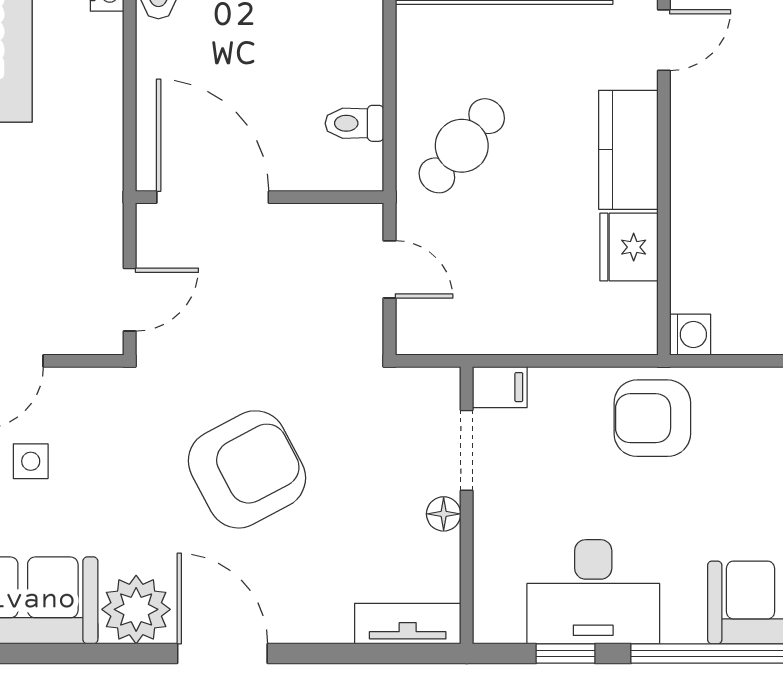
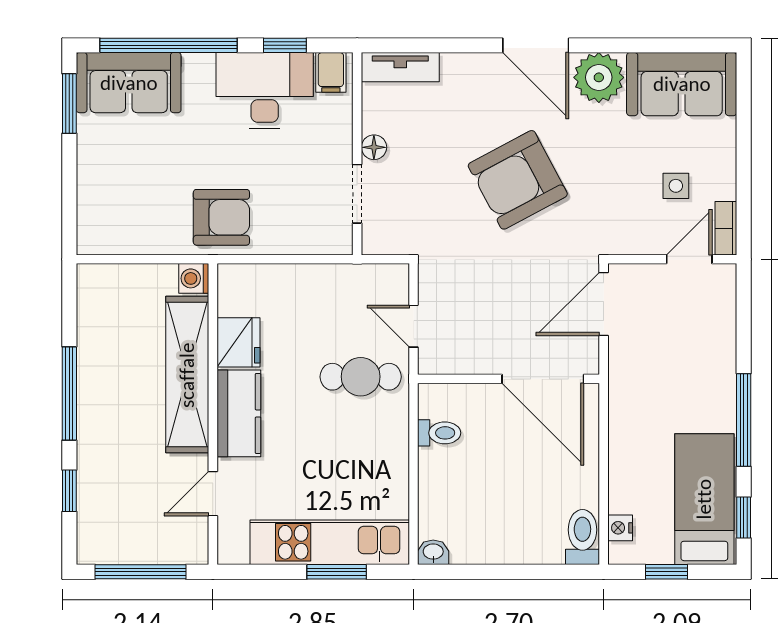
cafe table: (462, 146) -> (361, 377), moved, turned 50
shelving: (699, 203) -> (187, 375), added
door: (130, 300) -> (604, 304), width x1.38
filing cabinet: (500, 387) -> (331, 72), moved, turned -90

